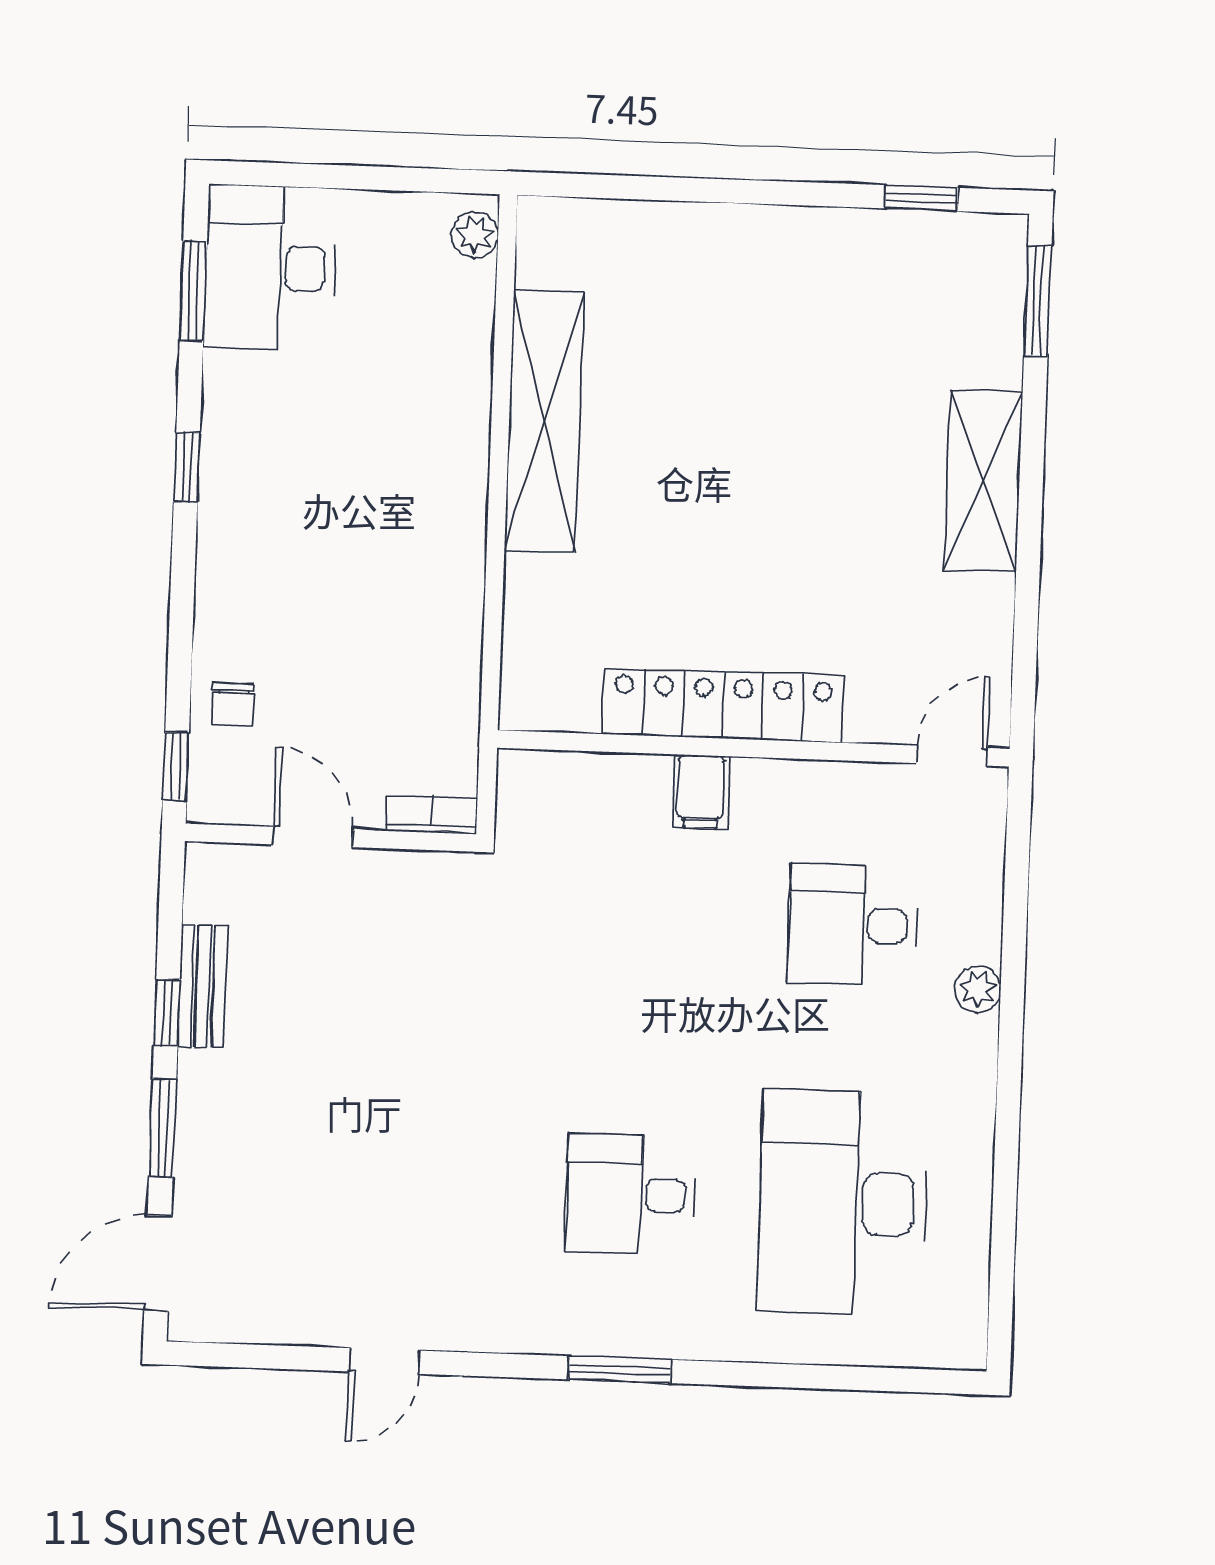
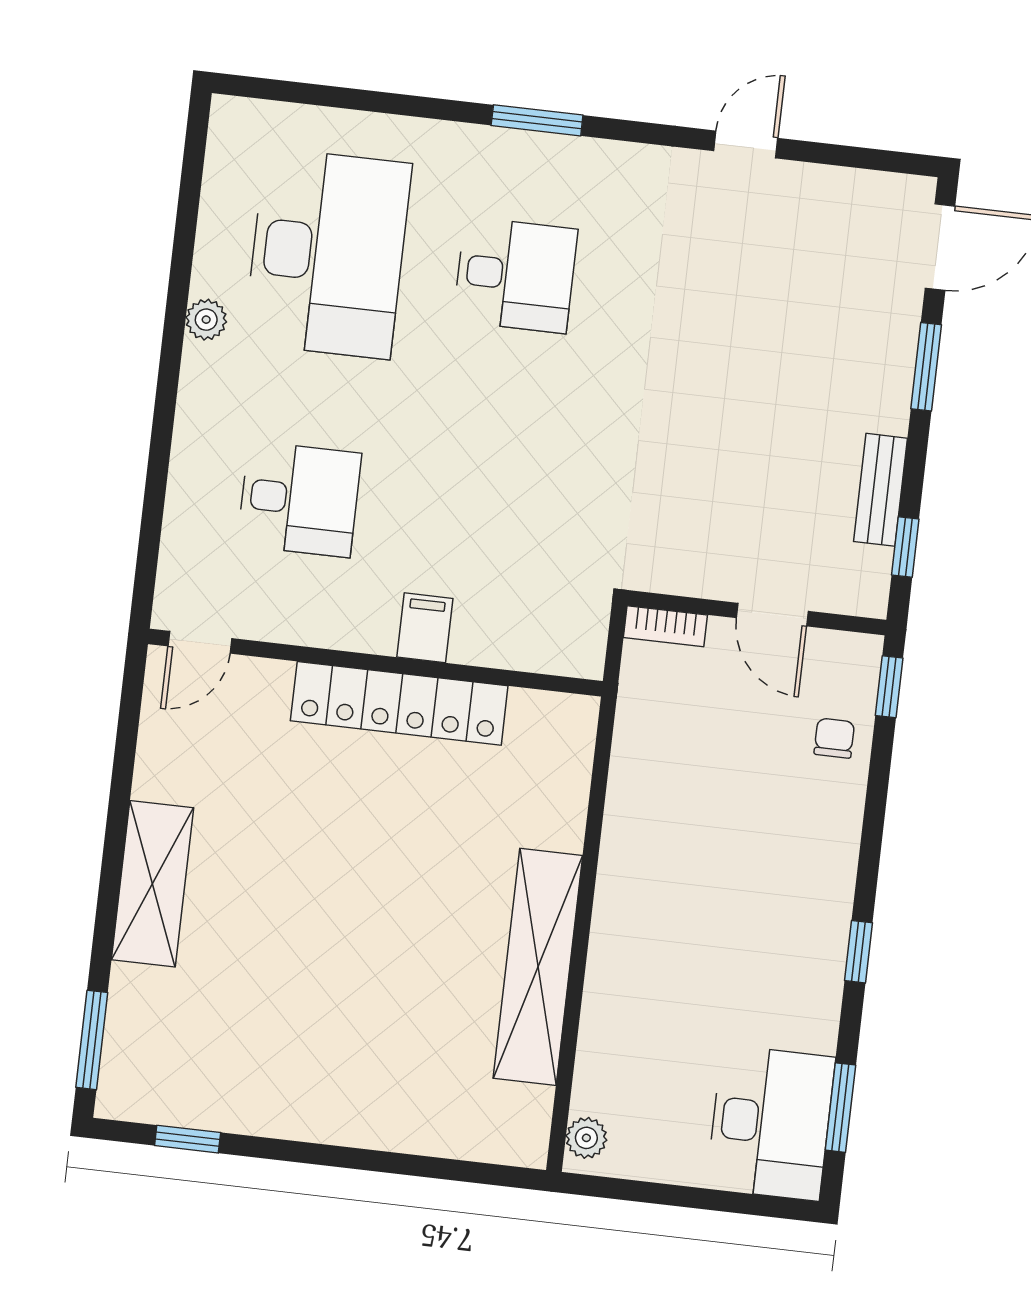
plant: (978, 989) -> (206, 320), moved
window: (167, 1013) -> (905, 547), moved

